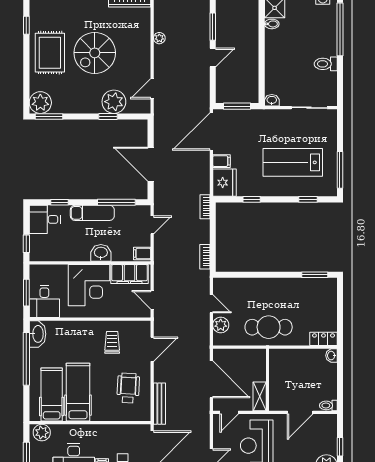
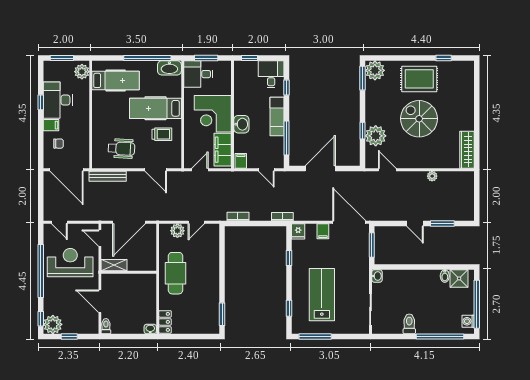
fridge: (224, 183) -> (298, 231), width x0.53, depth x0.75
hospital bed: (78, 392) -> (155, 108), moved, turned 180

